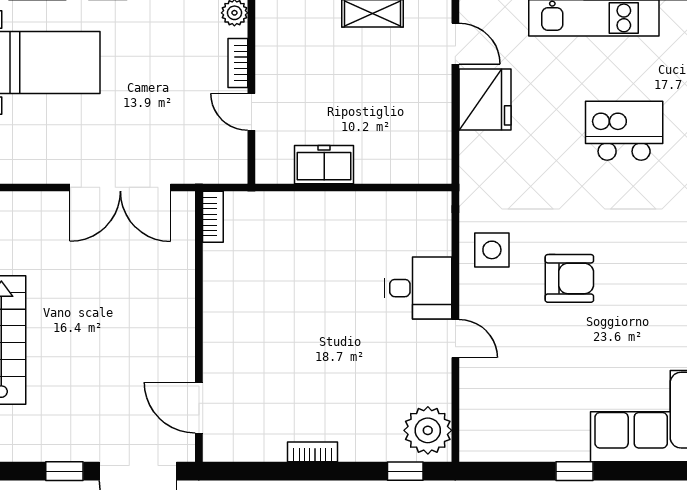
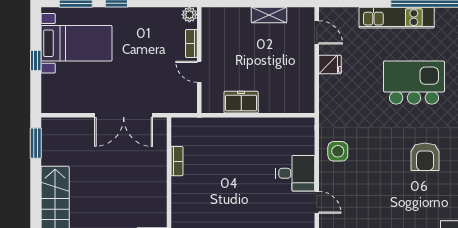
fridge: (485, 100) -> (330, 65), width x0.53, depth x0.75
kitchen island: (624, 131) -> (414, 83), width x1.37, depth x1.28
bookcase: (213, 217) -> (177, 161), moved
armchair: (569, 278) -> (425, 157), moved, turned 90

